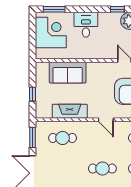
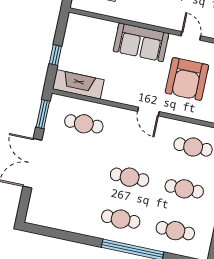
sofa: (68, 73) -> (141, 42), moved
fireplace: (70, 111) -> (78, 84), moved

